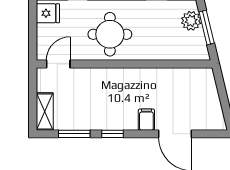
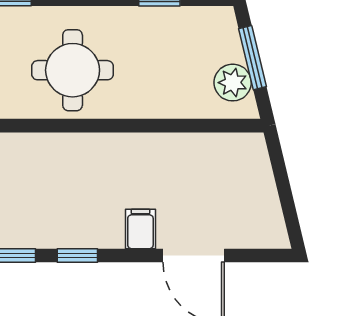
plant: (191, 21) -> (233, 83), moved

